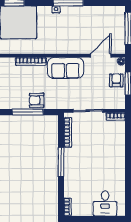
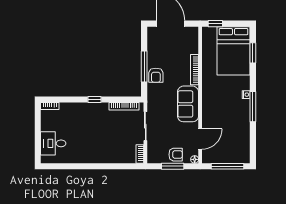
door: (101, 56) -> (200, 139), hinge flipped
armchair: (37, 100) -> (156, 75), turned 180
window: (61, 162) -> (94, 100), width x0.46

